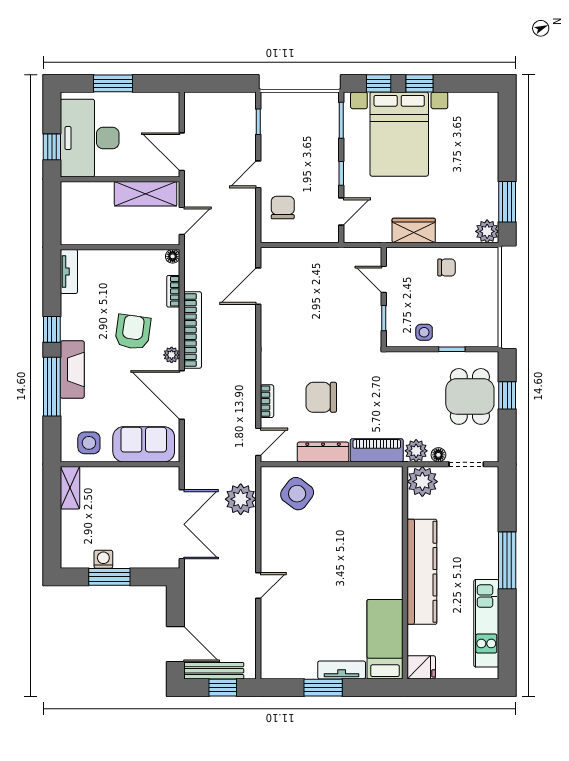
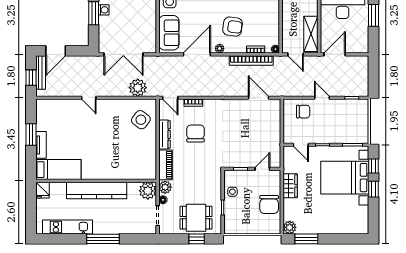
chair: (447, 267) -> (269, 204), width x1.87, depth x1.87
bookcase: (193, 330) -> (251, 60), moved

